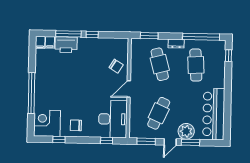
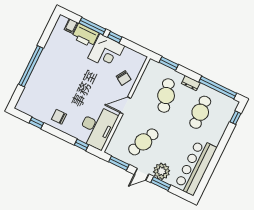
filing cabinet: (40, 42) -> (62, 22), removed
corner desk: (47, 123) -> (106, 52), moved, turned 180

